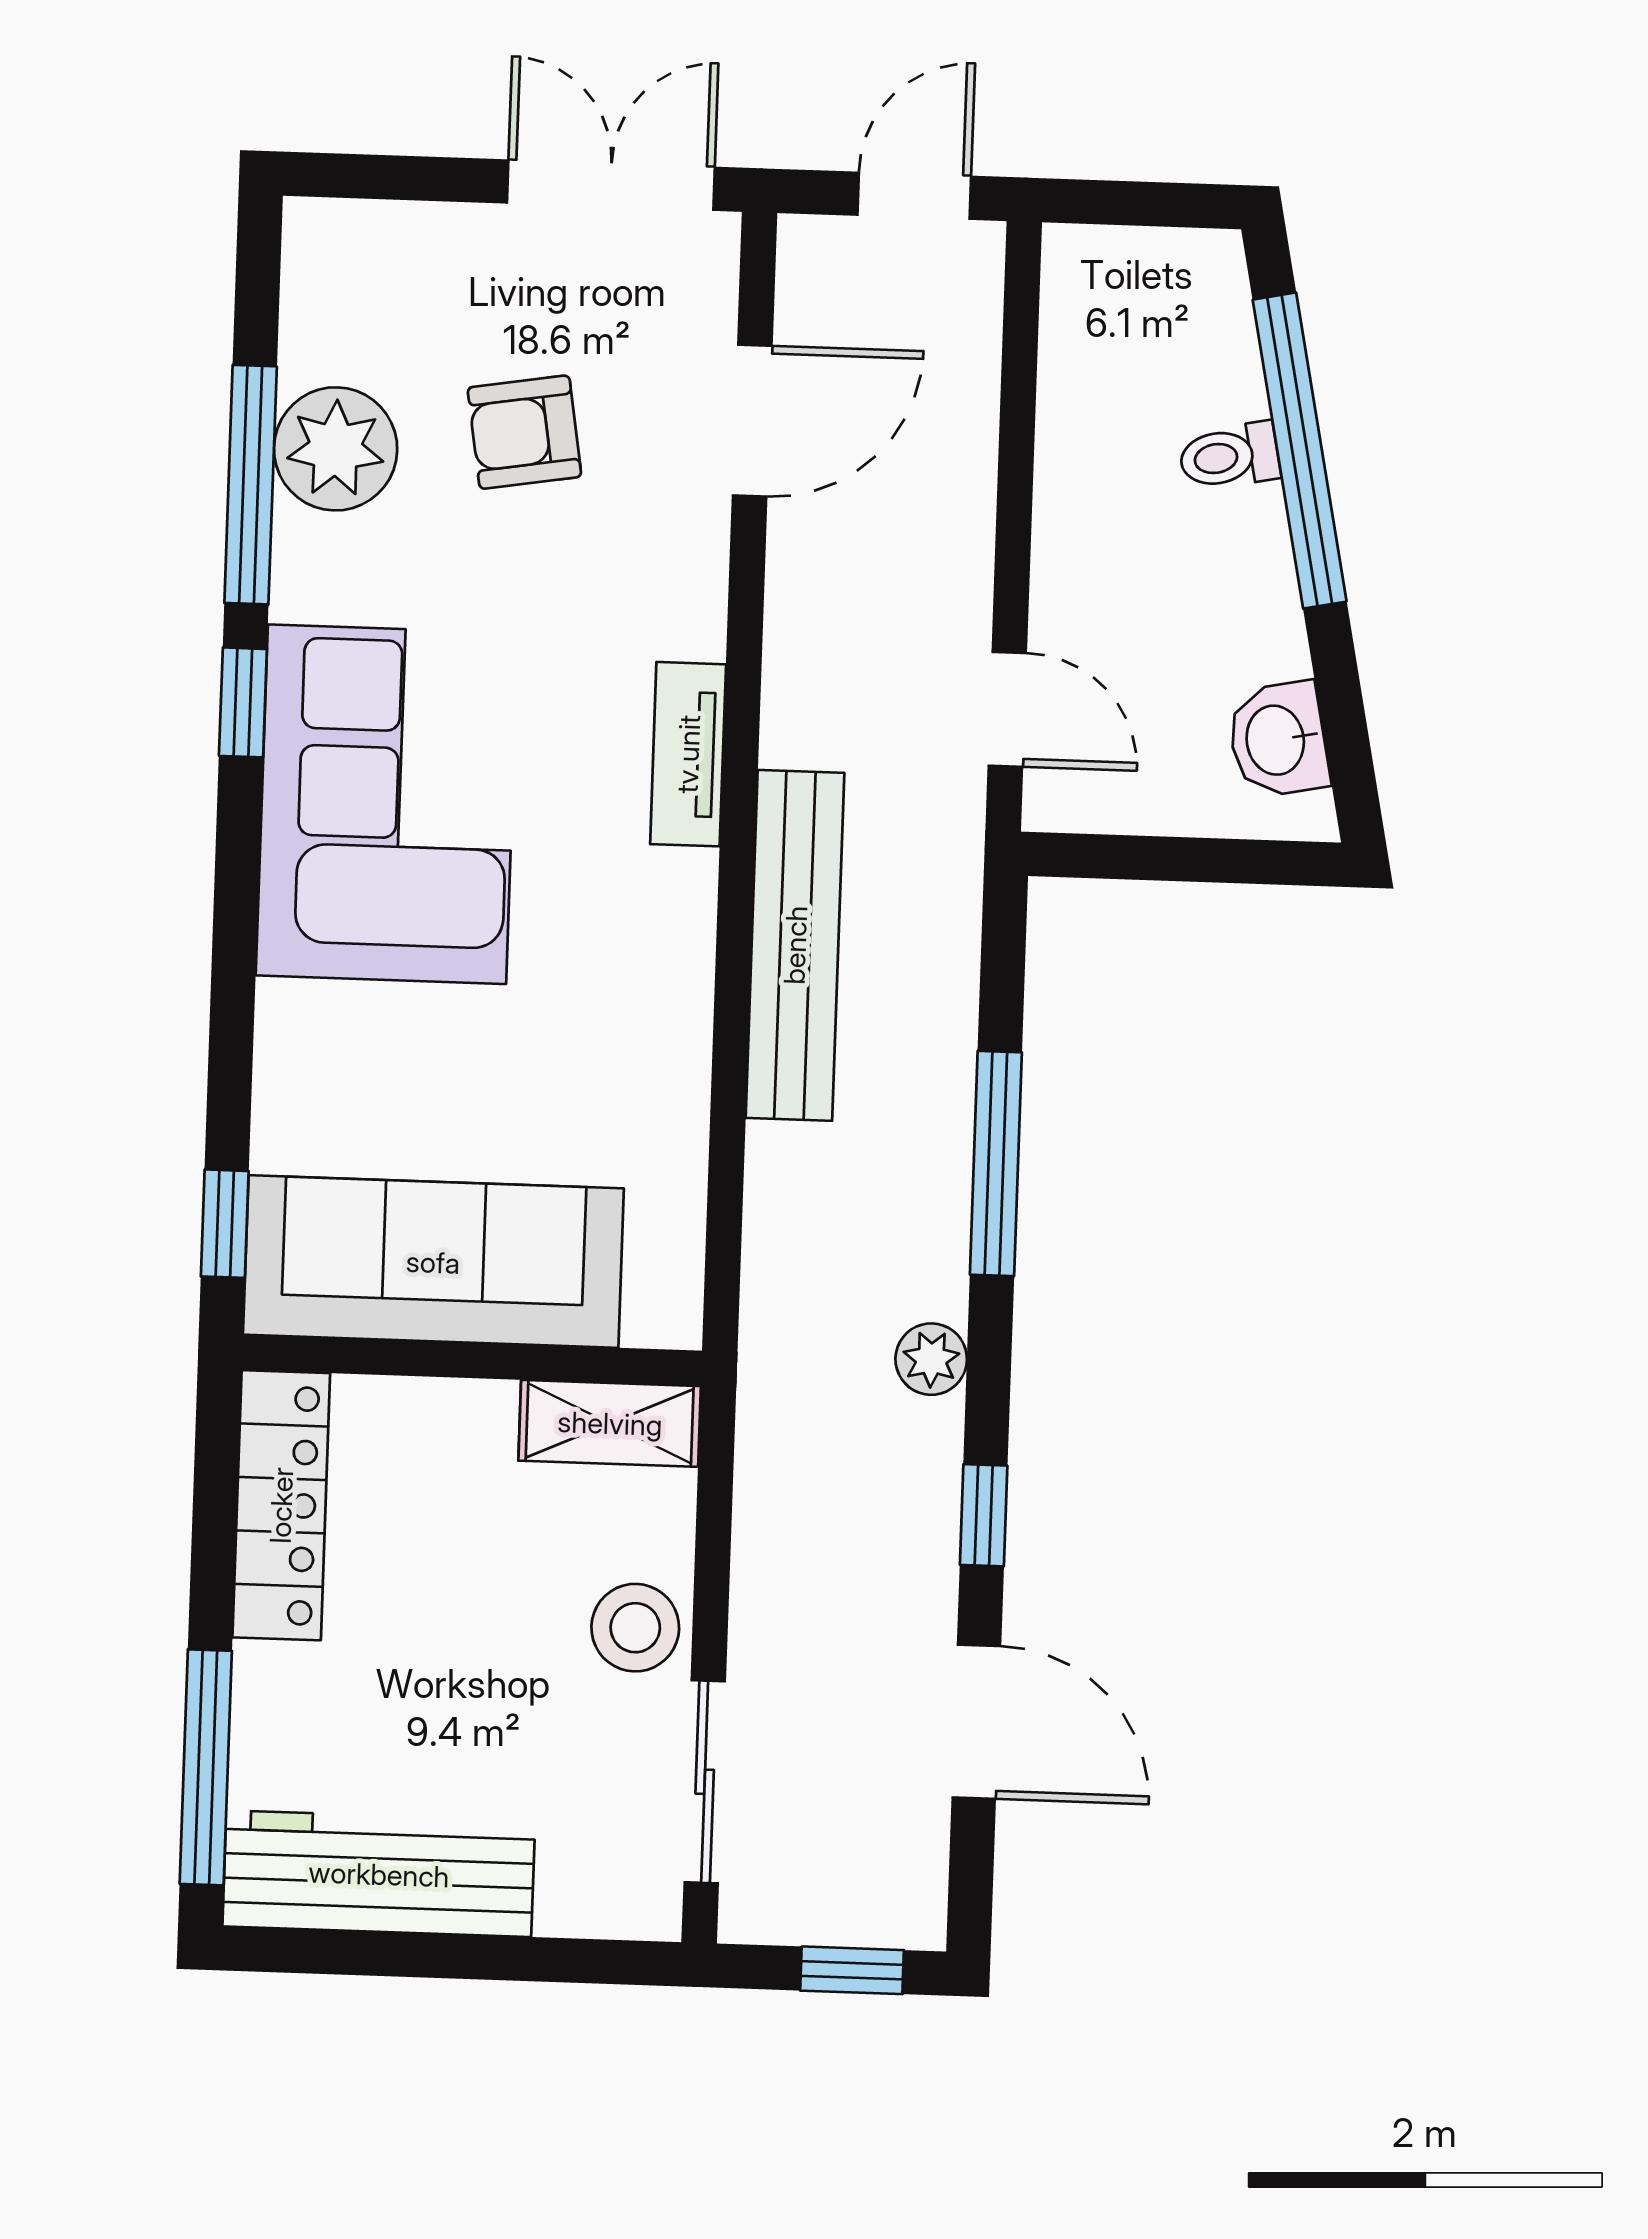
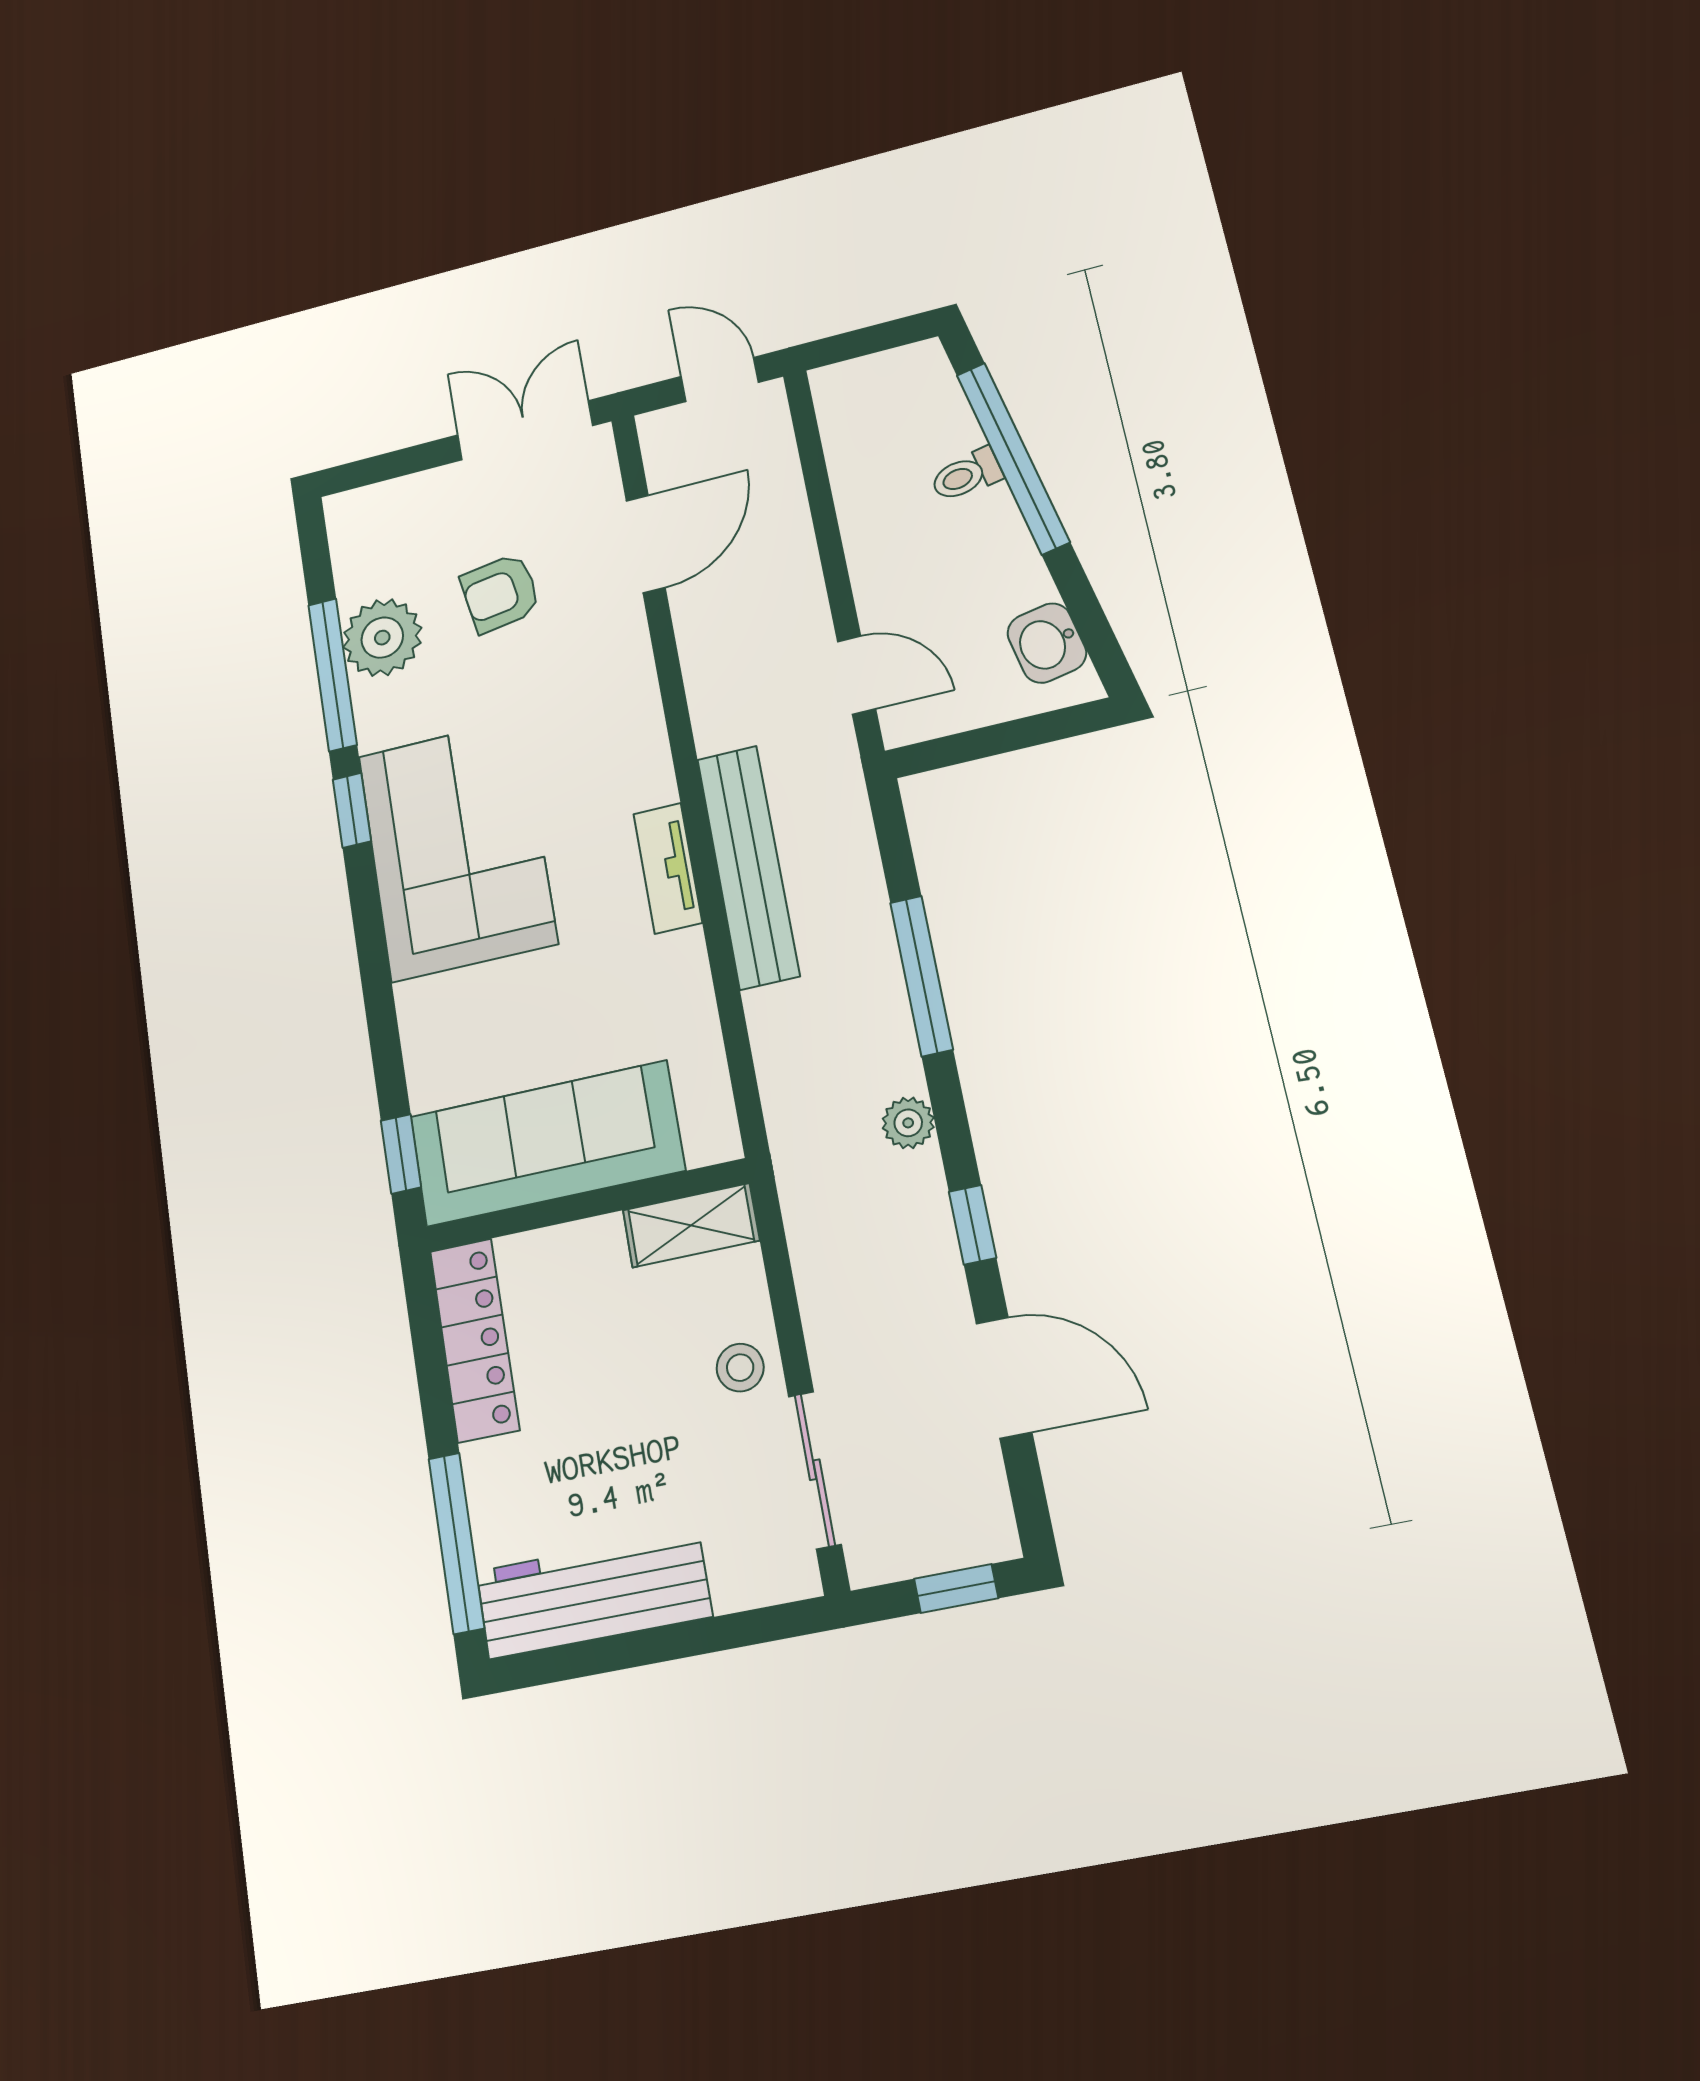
door: (914, 196) -> (720, 379), hinge flipped
tv unit: (688, 754) -> (668, 868), moved
stool: (635, 1628) -> (740, 1368), width x0.73, depth x0.73

